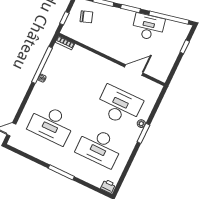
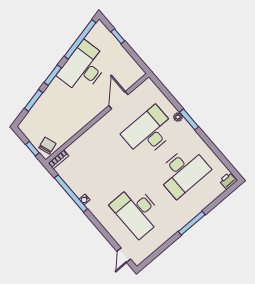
chair: (86, 17) -> (47, 146), moved
desk: (148, 27) -> (84, 68), width x1.36, depth x1.30
desk: (51, 124) -> (137, 211), turned 90

